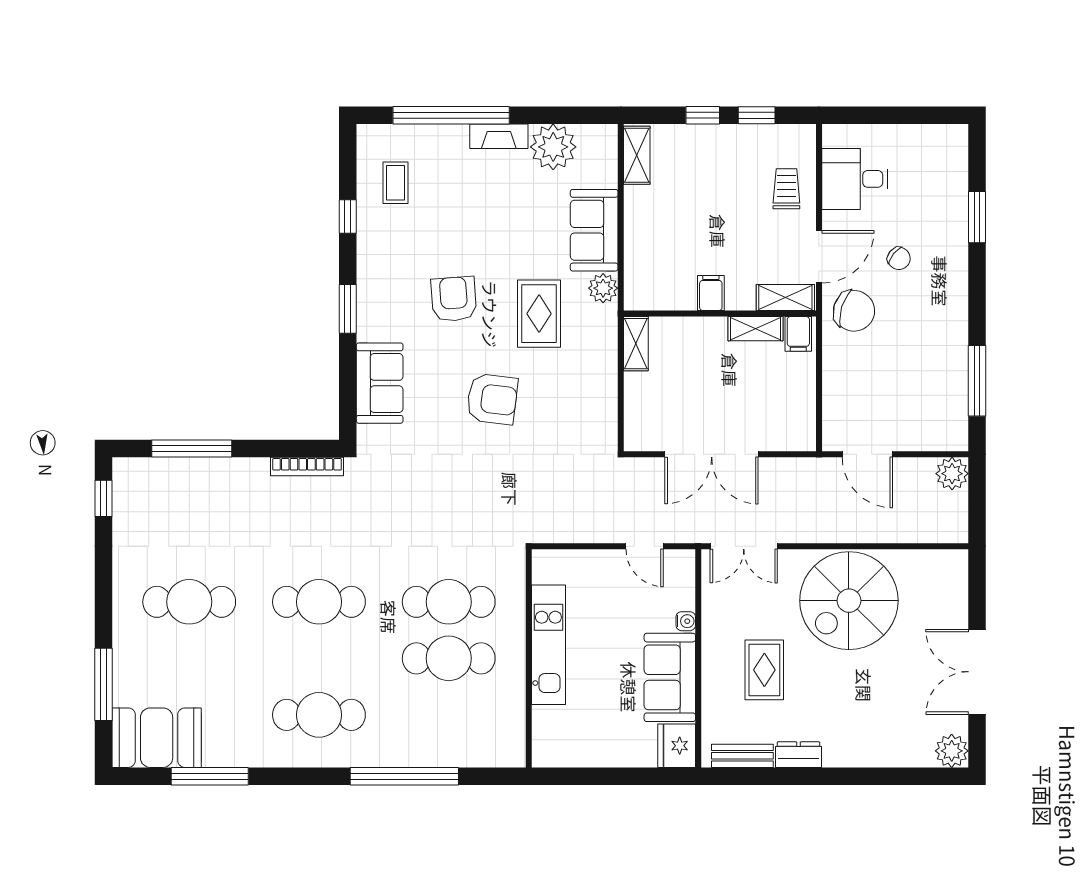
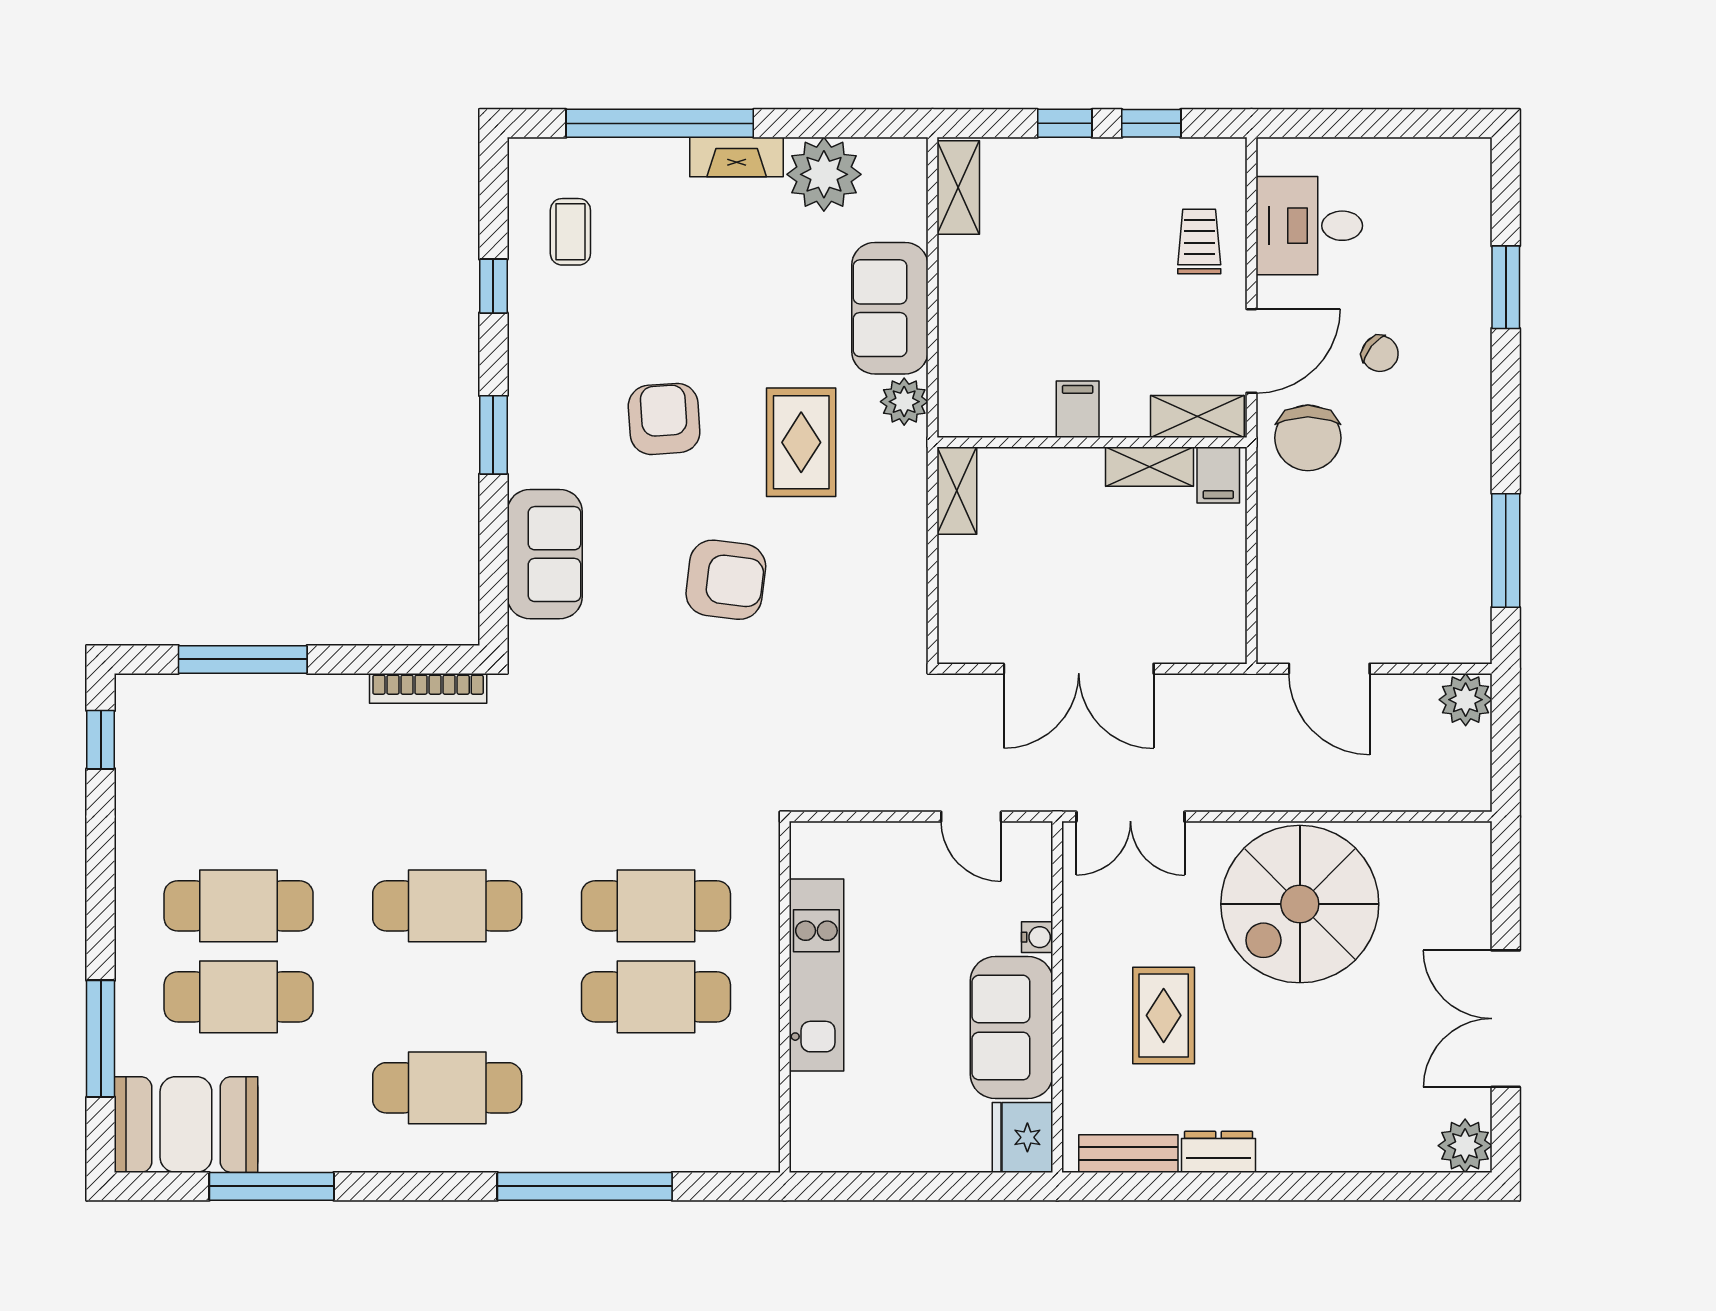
chair: (854, 311) -> (1308, 438), turned 73
cafe table: (189, 658) -> (239, 997), added

